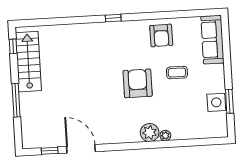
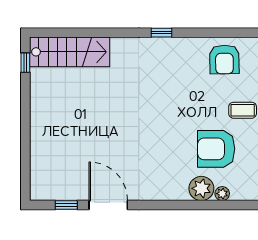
stairs: (28, 62) -> (70, 52), moved, turned 90
armchair: (138, 83) -> (216, 149), moved, turned -90
window: (16, 100) -> (25, 135), removed

